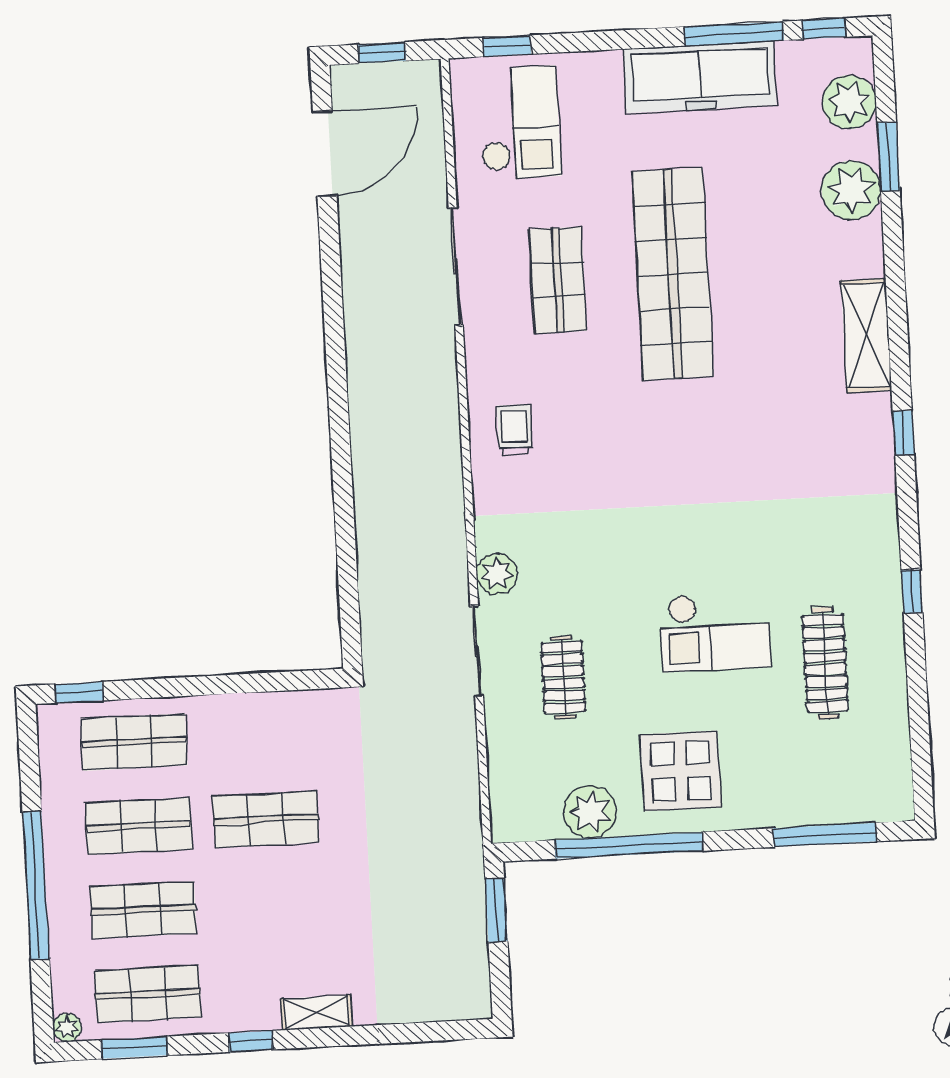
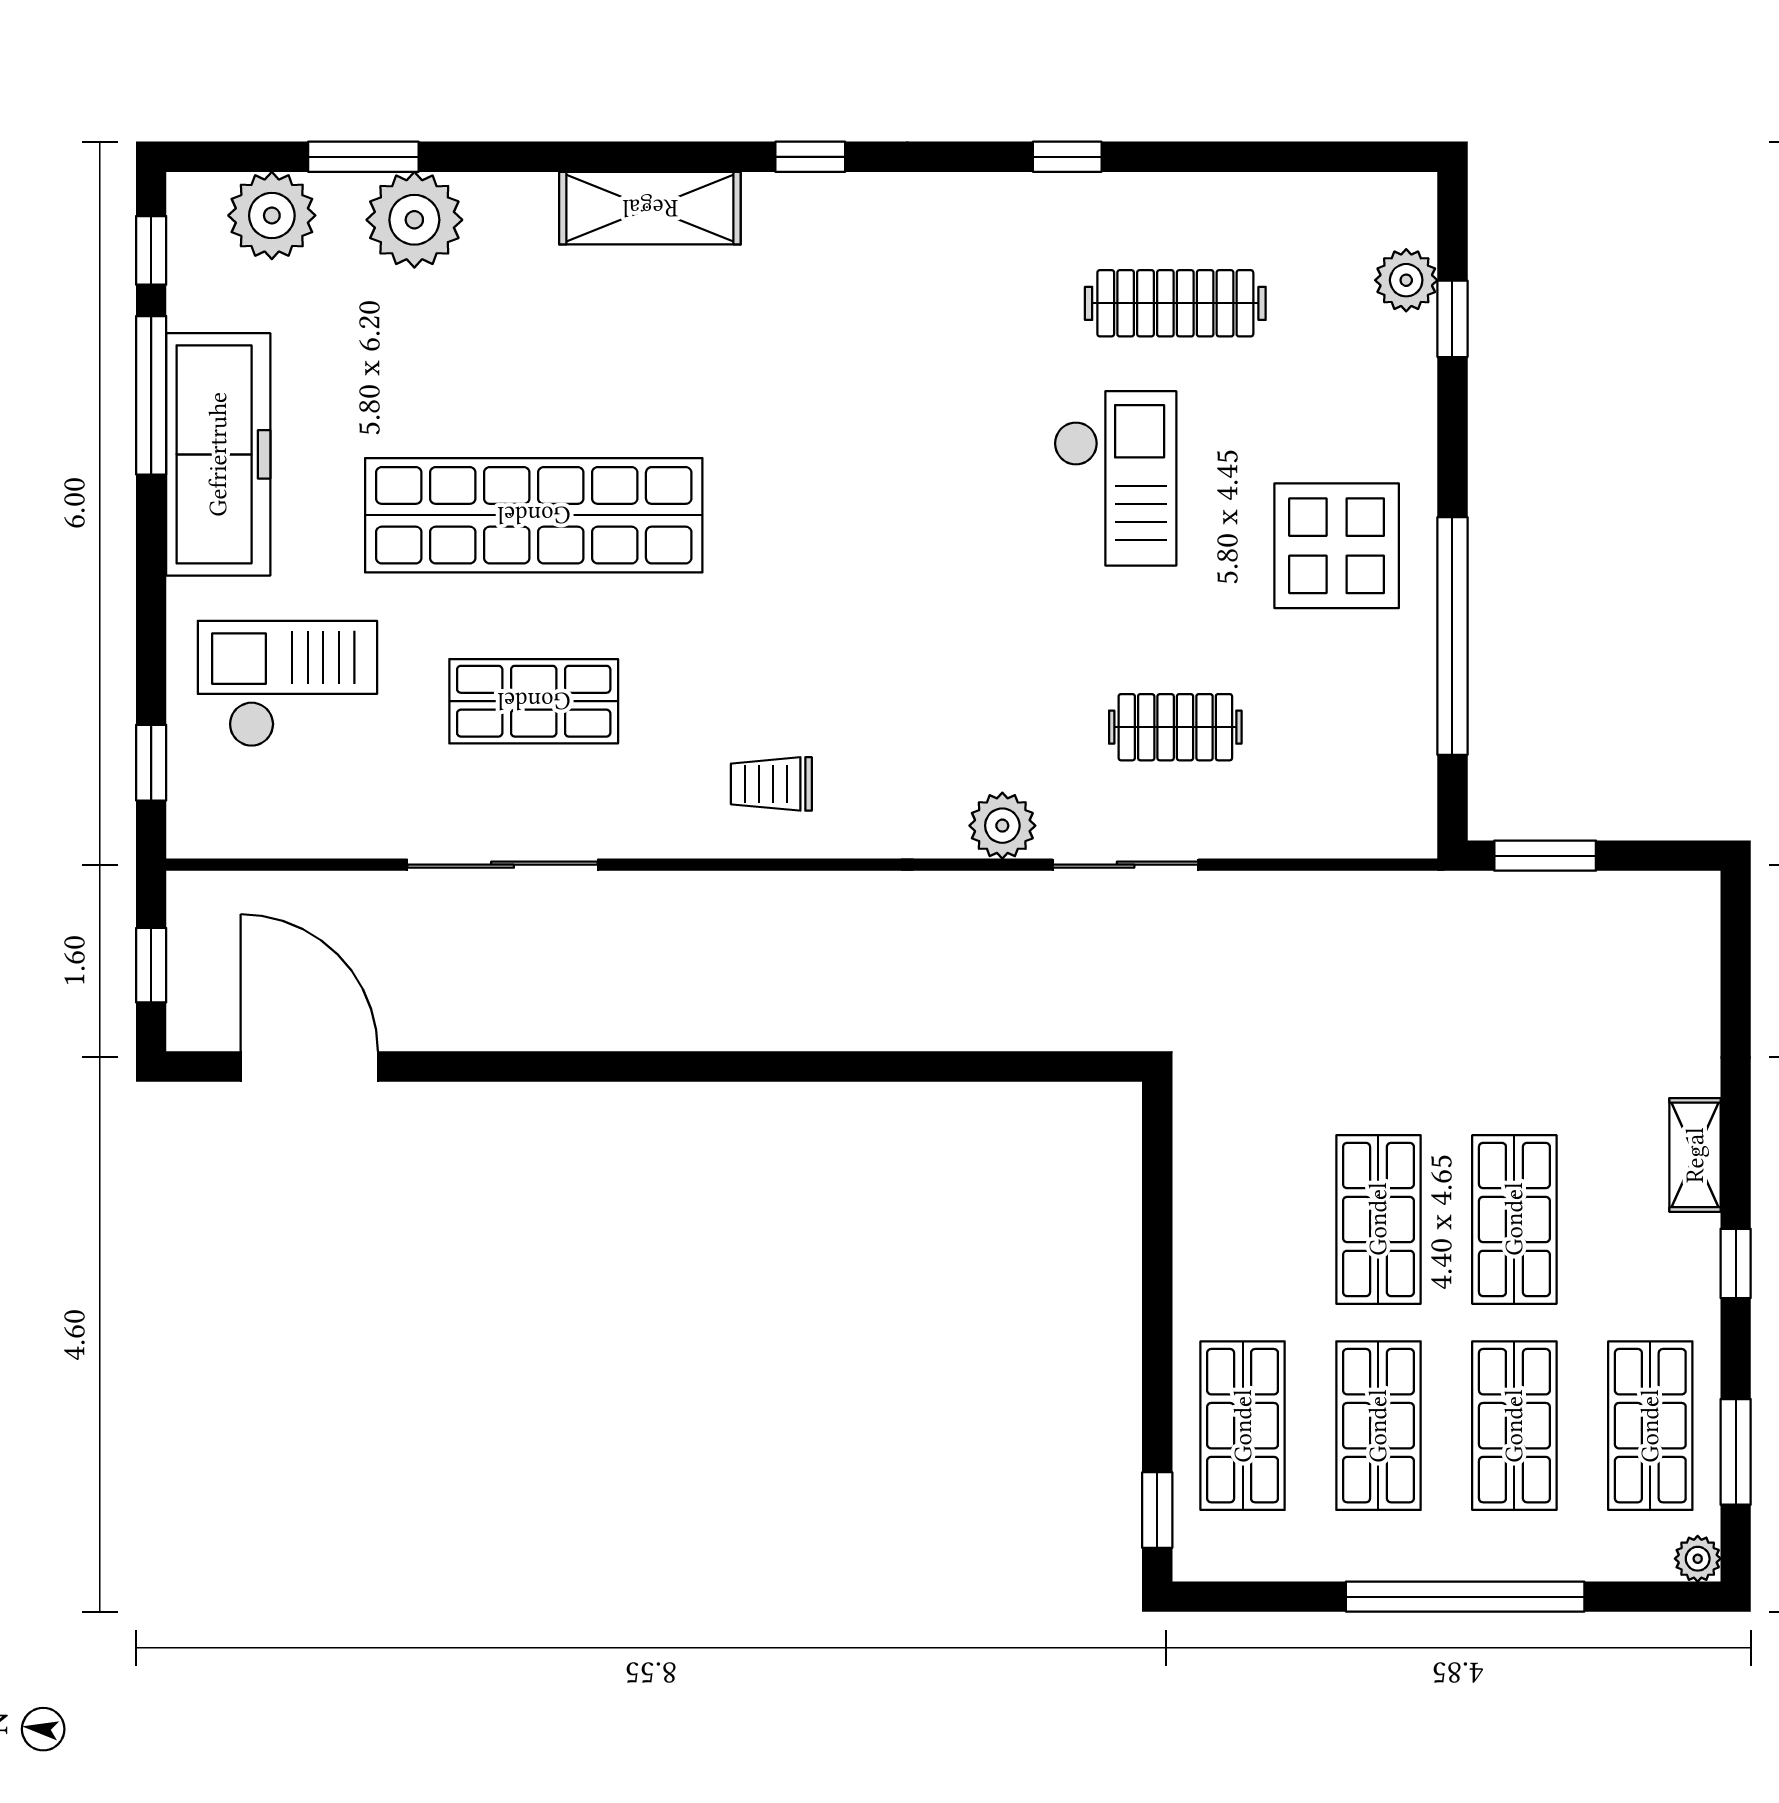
checkout: (520, 123) -> (287, 684), moved
plant: (590, 812) -> (1406, 280), moved, width x0.73, depth x0.73
window: (825, 835) -> (1452, 319), width x0.46
shop shelf: (271, 903) -> (1514, 1219), added

